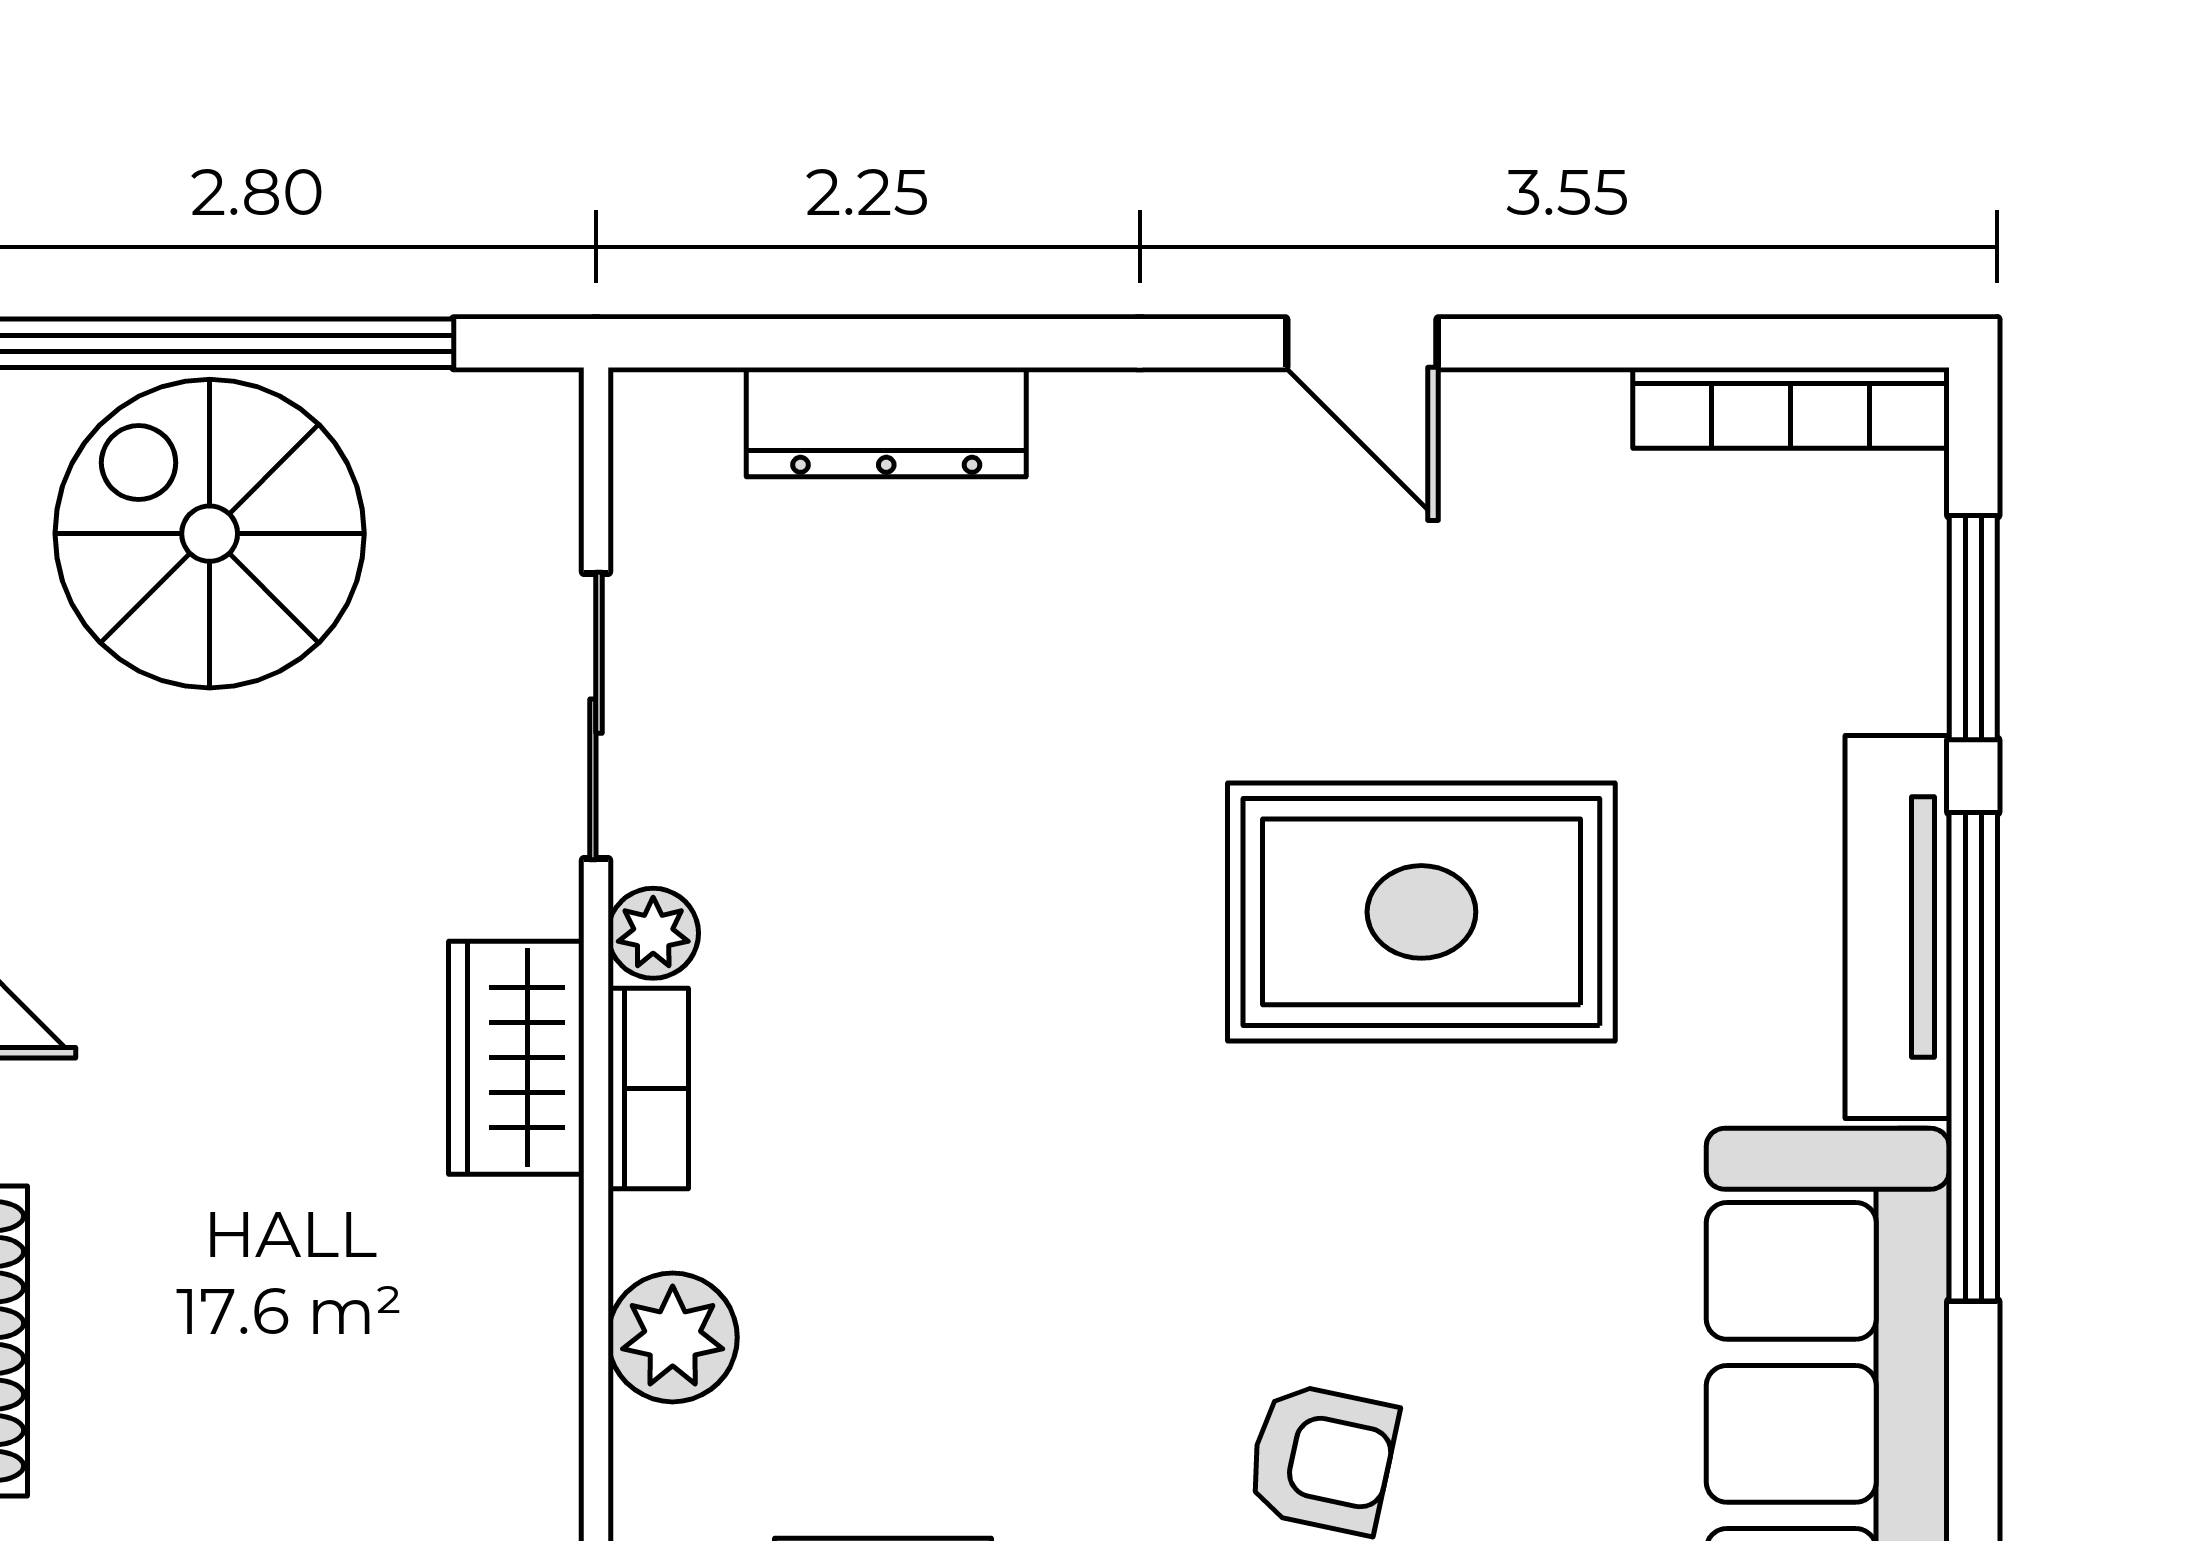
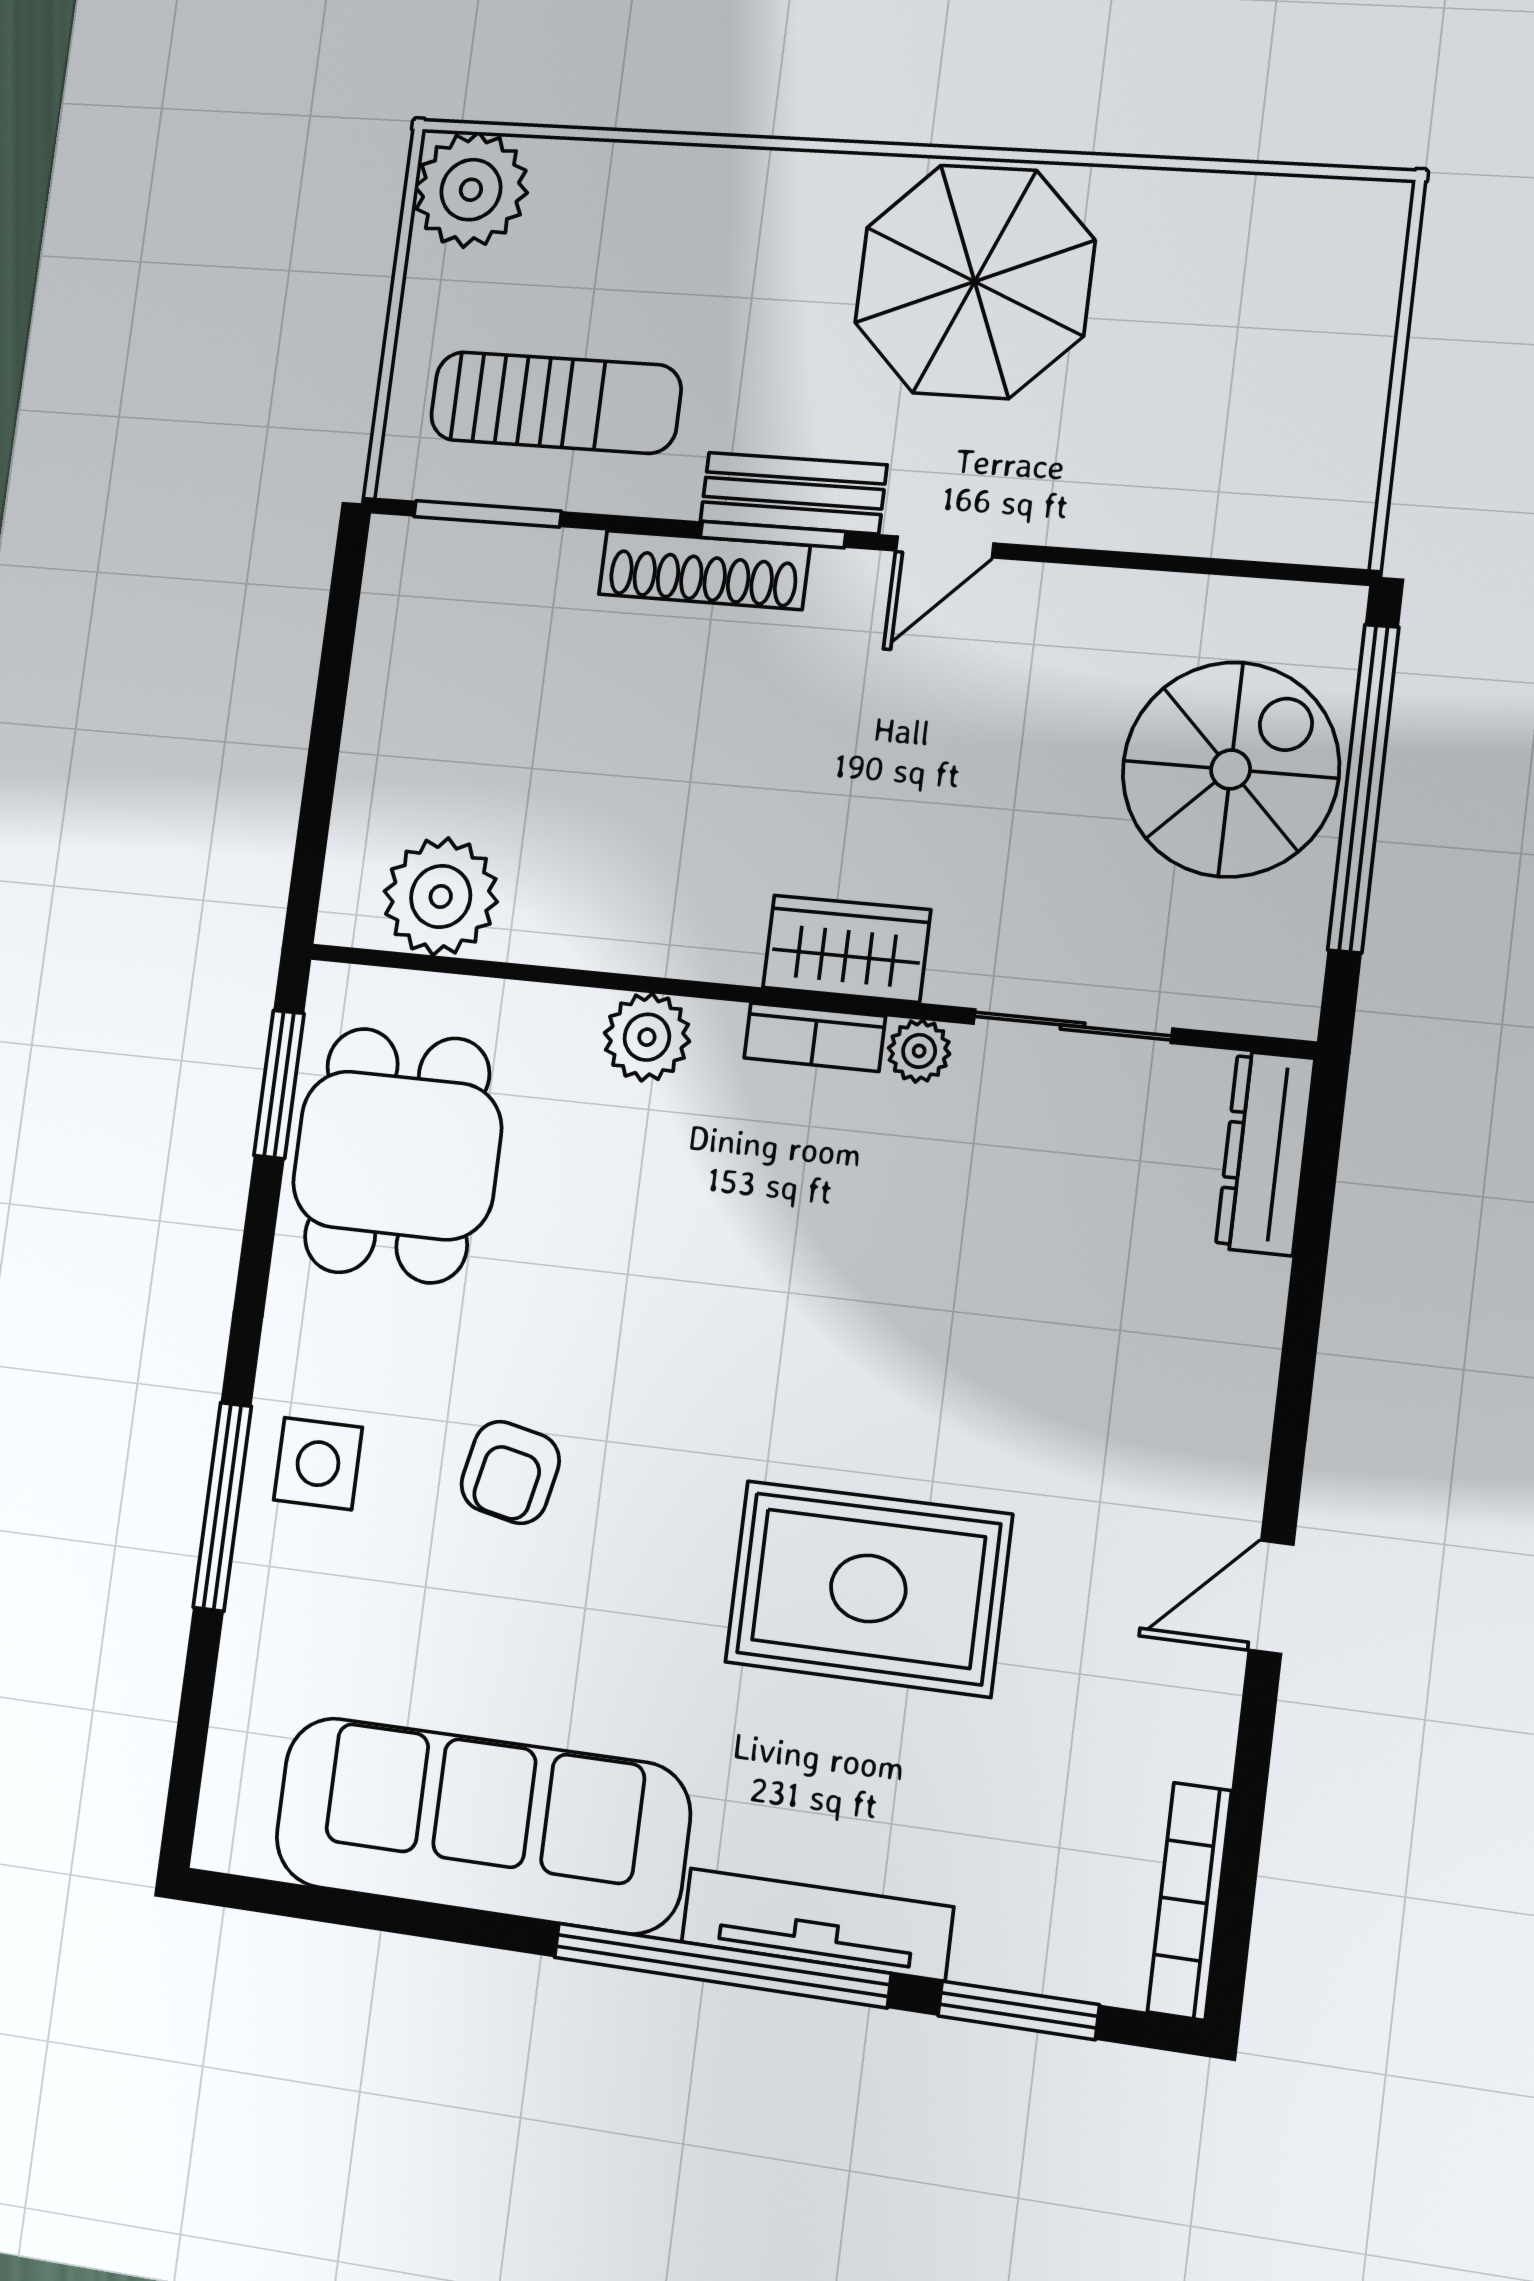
dresser: (886, 422) -> (1265, 1153), moved
rug: (1421, 912) -> (868, 1588), turned 90

